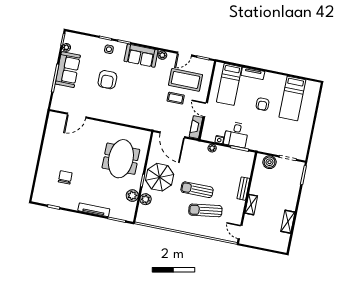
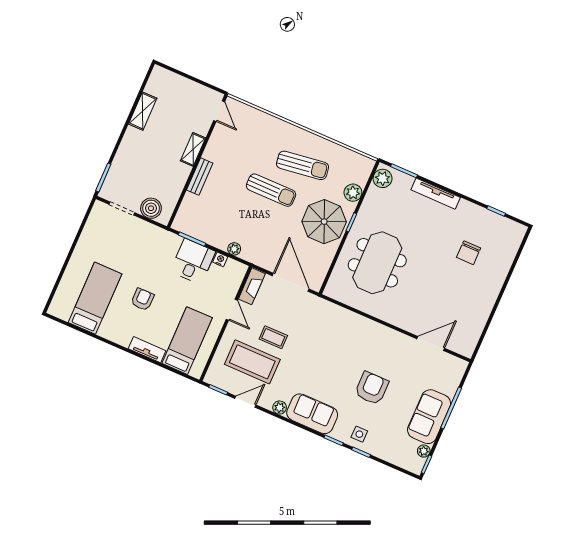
plant: (132, 196) -> (383, 178), moved
sun lounger: (205, 210) -> (303, 165), moved

